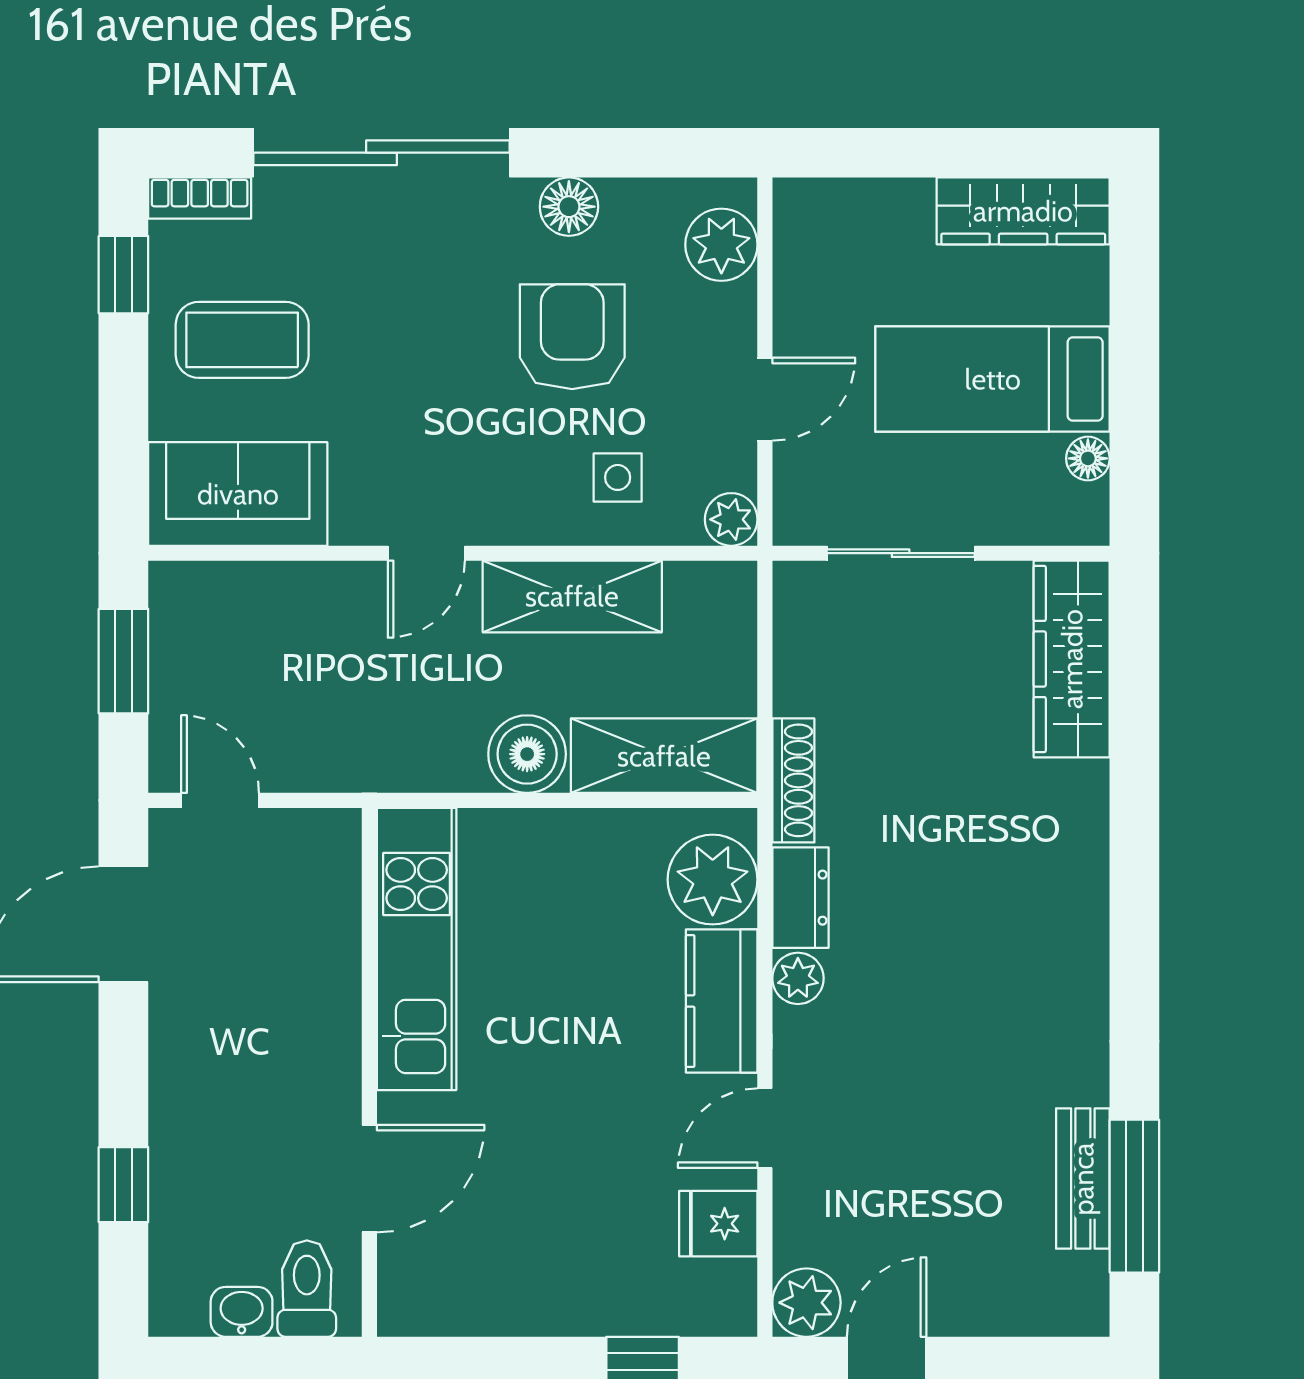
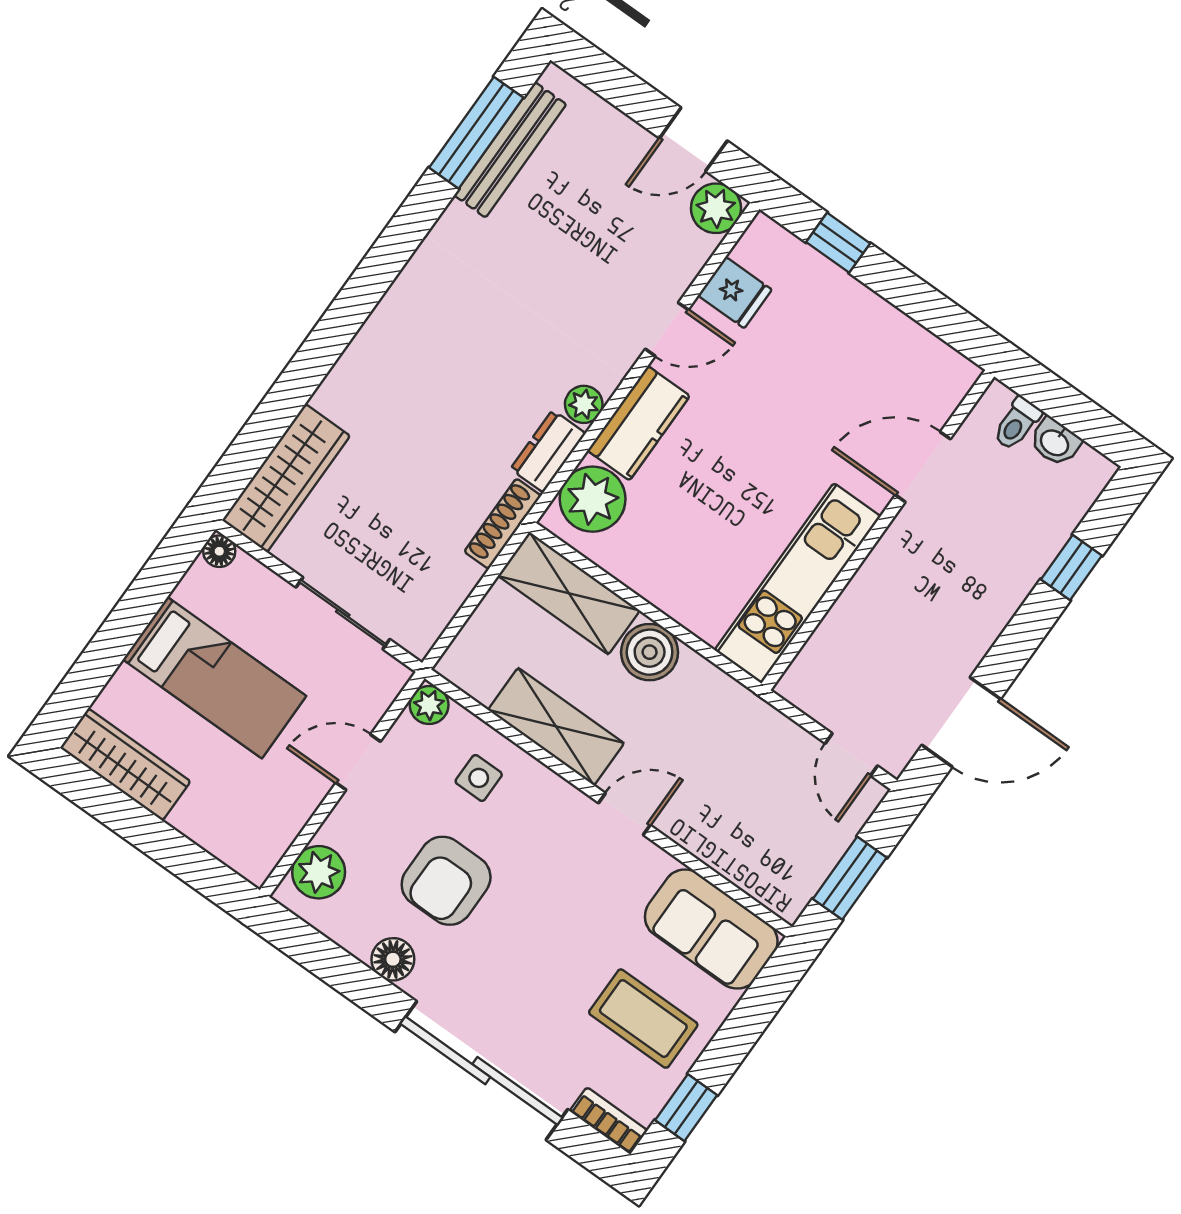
floor lamp: (1088, 458) -> (219, 551), moved
bench: (1083, 1179) -> (510, 150), width x1.36
toilet: (307, 1289) -> (1017, 424), width x0.73, depth x0.72

